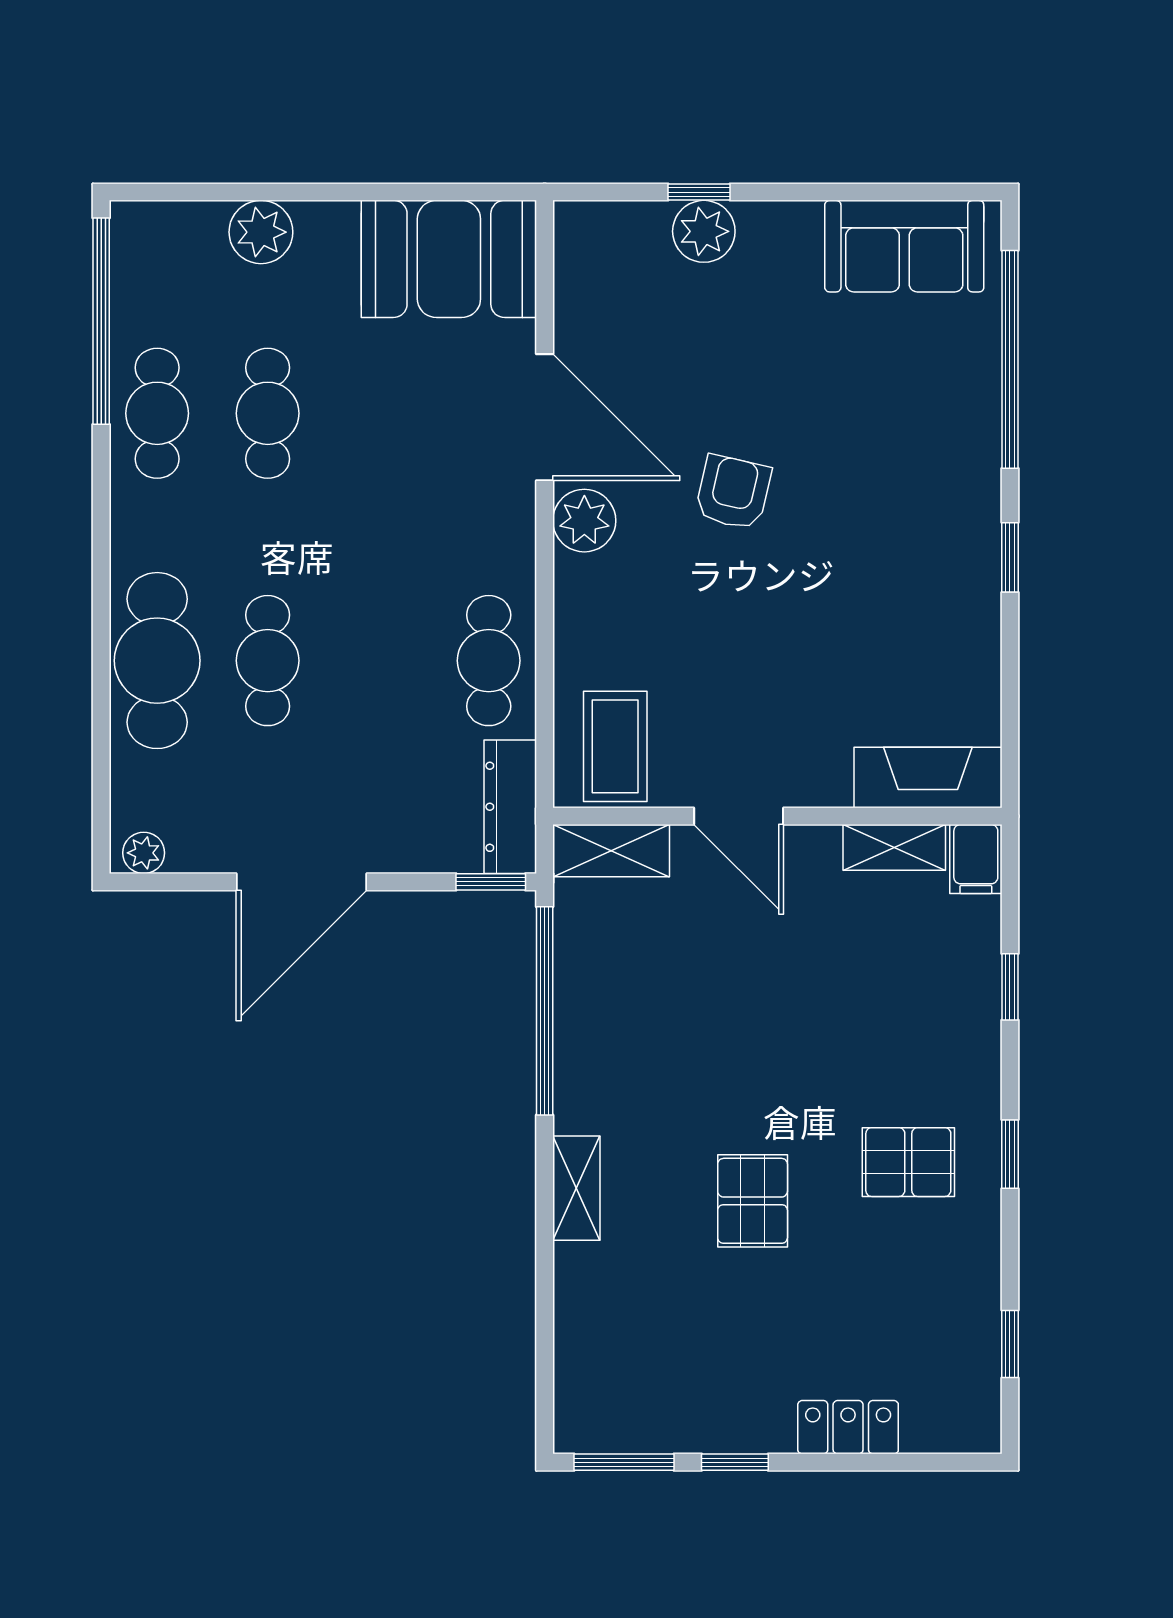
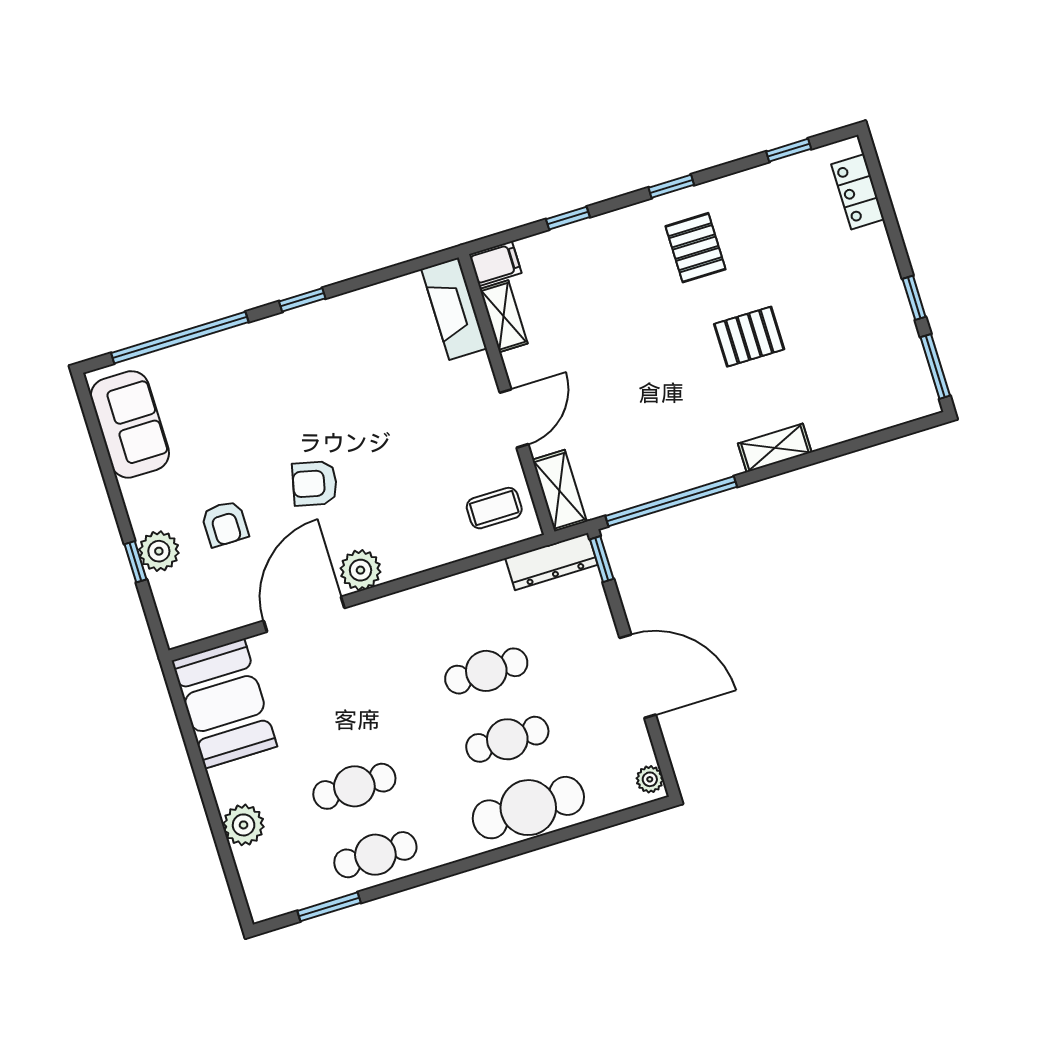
window: (101, 321) -> (329, 907), width x0.47
armchair: (715, 341) -> (225, 524), added
cafe table: (489, 661) -> (486, 671), moved
coffee table: (615, 746) -> (494, 508), width x0.73, depth x0.77
locker: (848, 1427) -> (858, 192), moved

